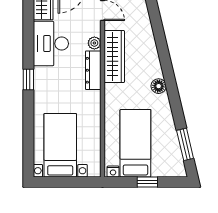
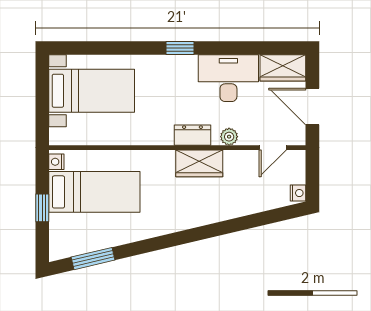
wardrobe: (114, 57) -> (199, 163), width x0.67
dresser: (93, 70) -> (192, 135), width x0.70
floor lamp: (159, 86) -> (171, 223), removed

